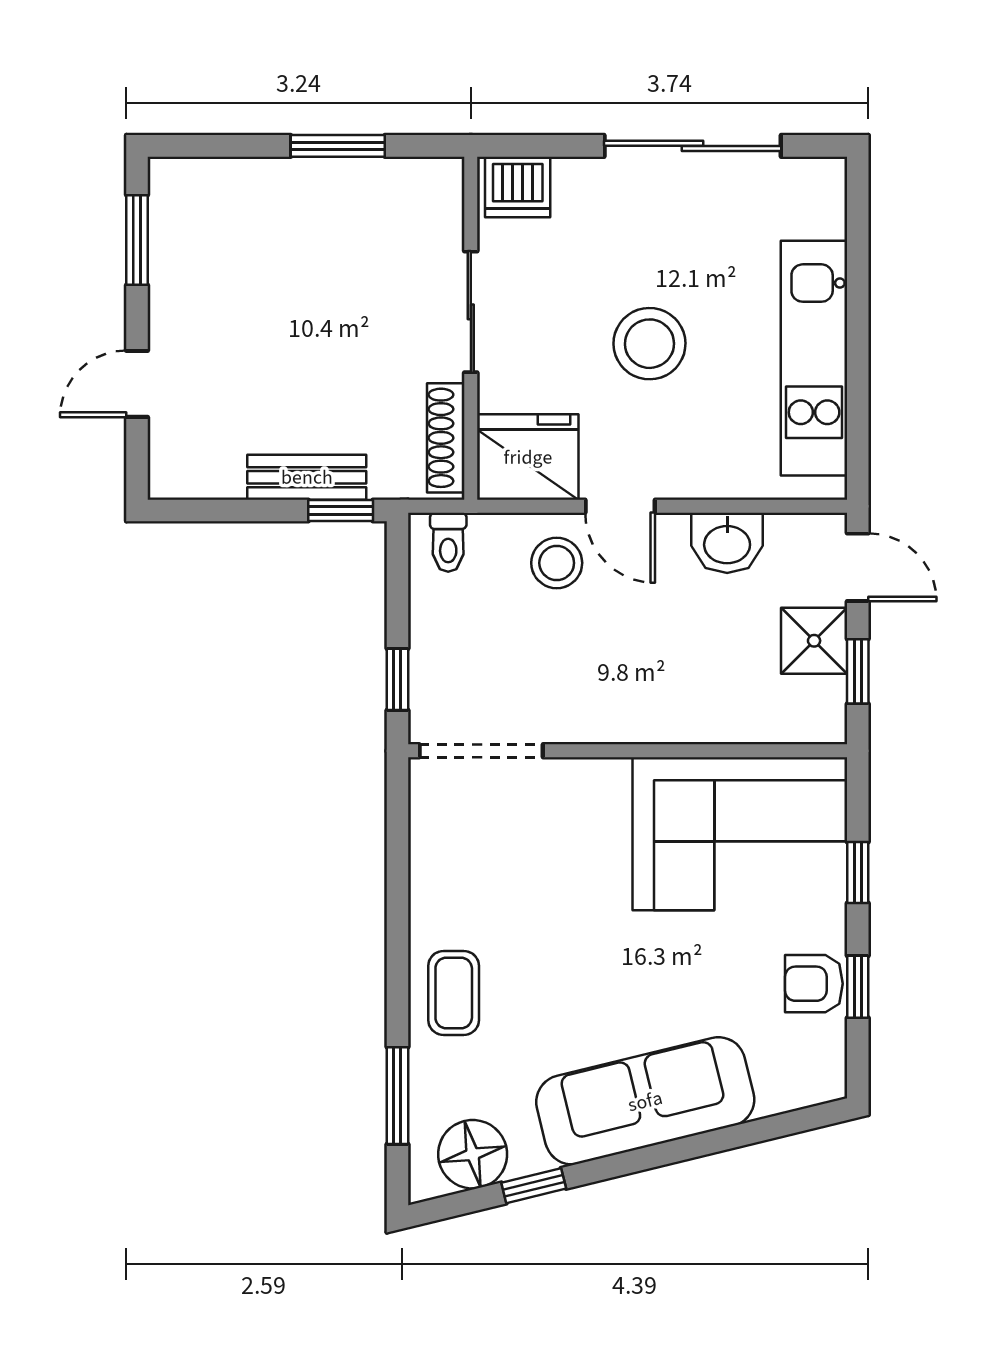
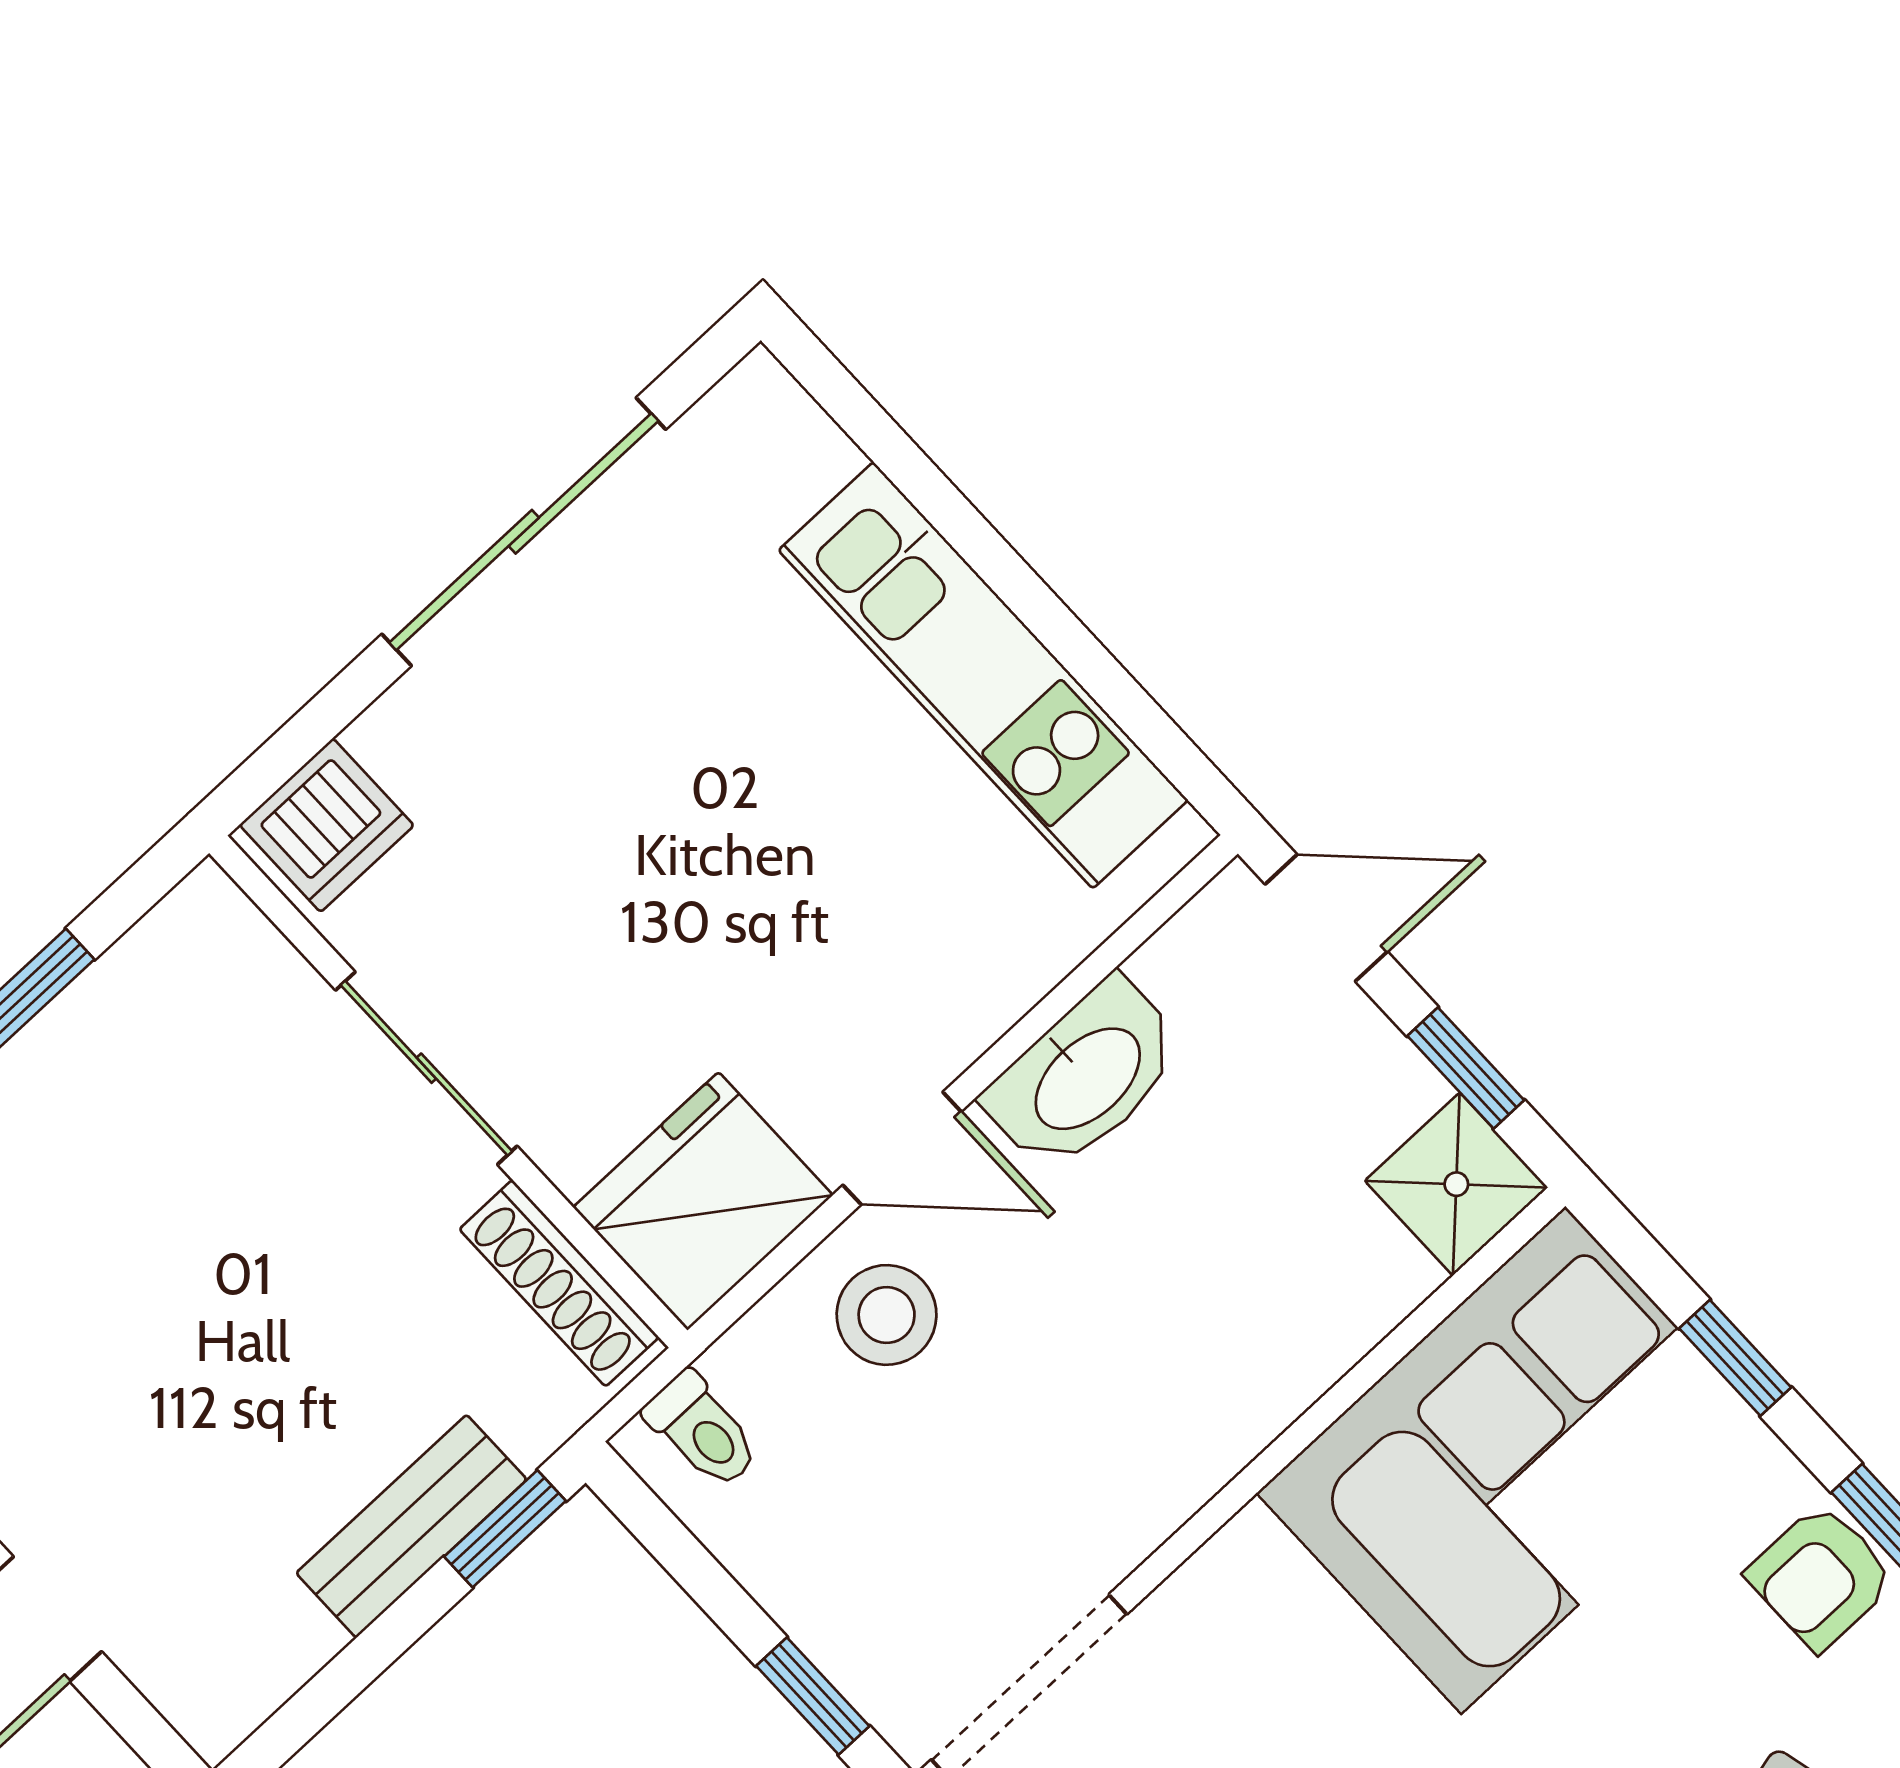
stool: (649, 344) -> (727, 875), removed
washbasin: (727, 543) -> (1085, 1076), width x1.38
shower: (814, 641) -> (1456, 1184), moved

